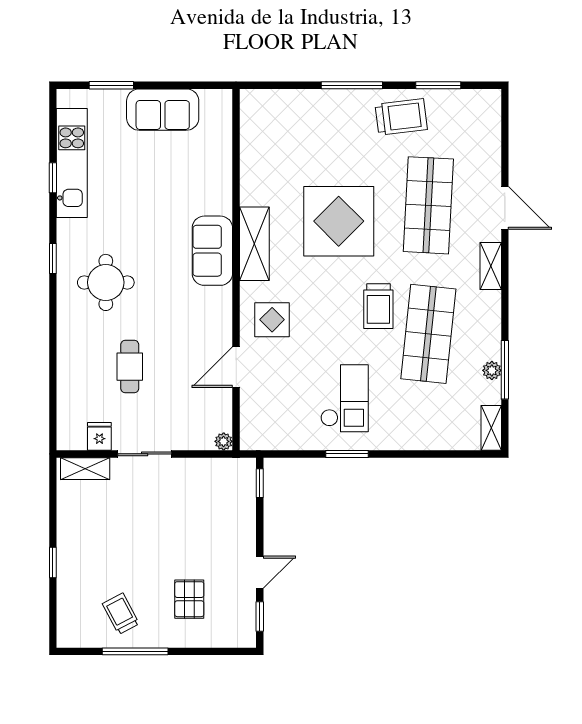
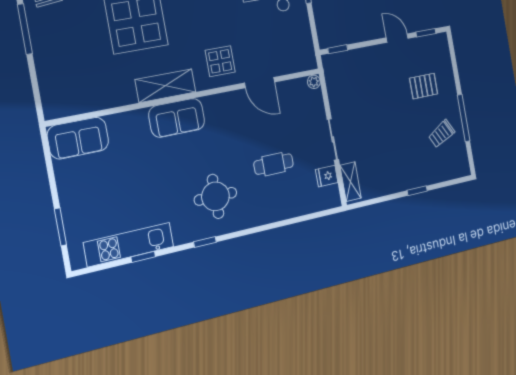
sofa: (163, 110) -> (78, 138), moved, turned 90

